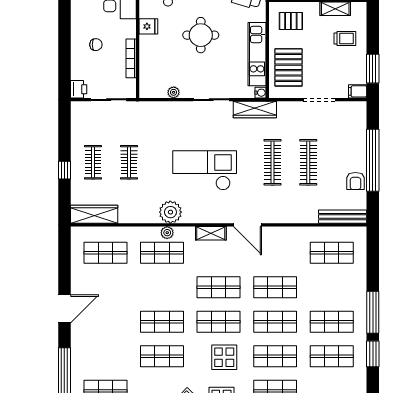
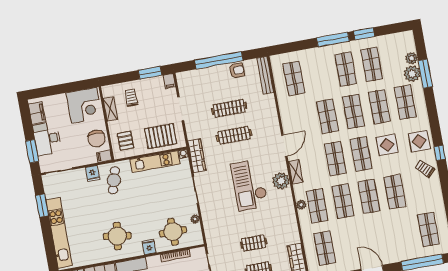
round table: (201, 35) -> (173, 232), moved
plant: (170, 212) -> (281, 181), moved
shop shelf: (162, 287) -> (343, 201), added

